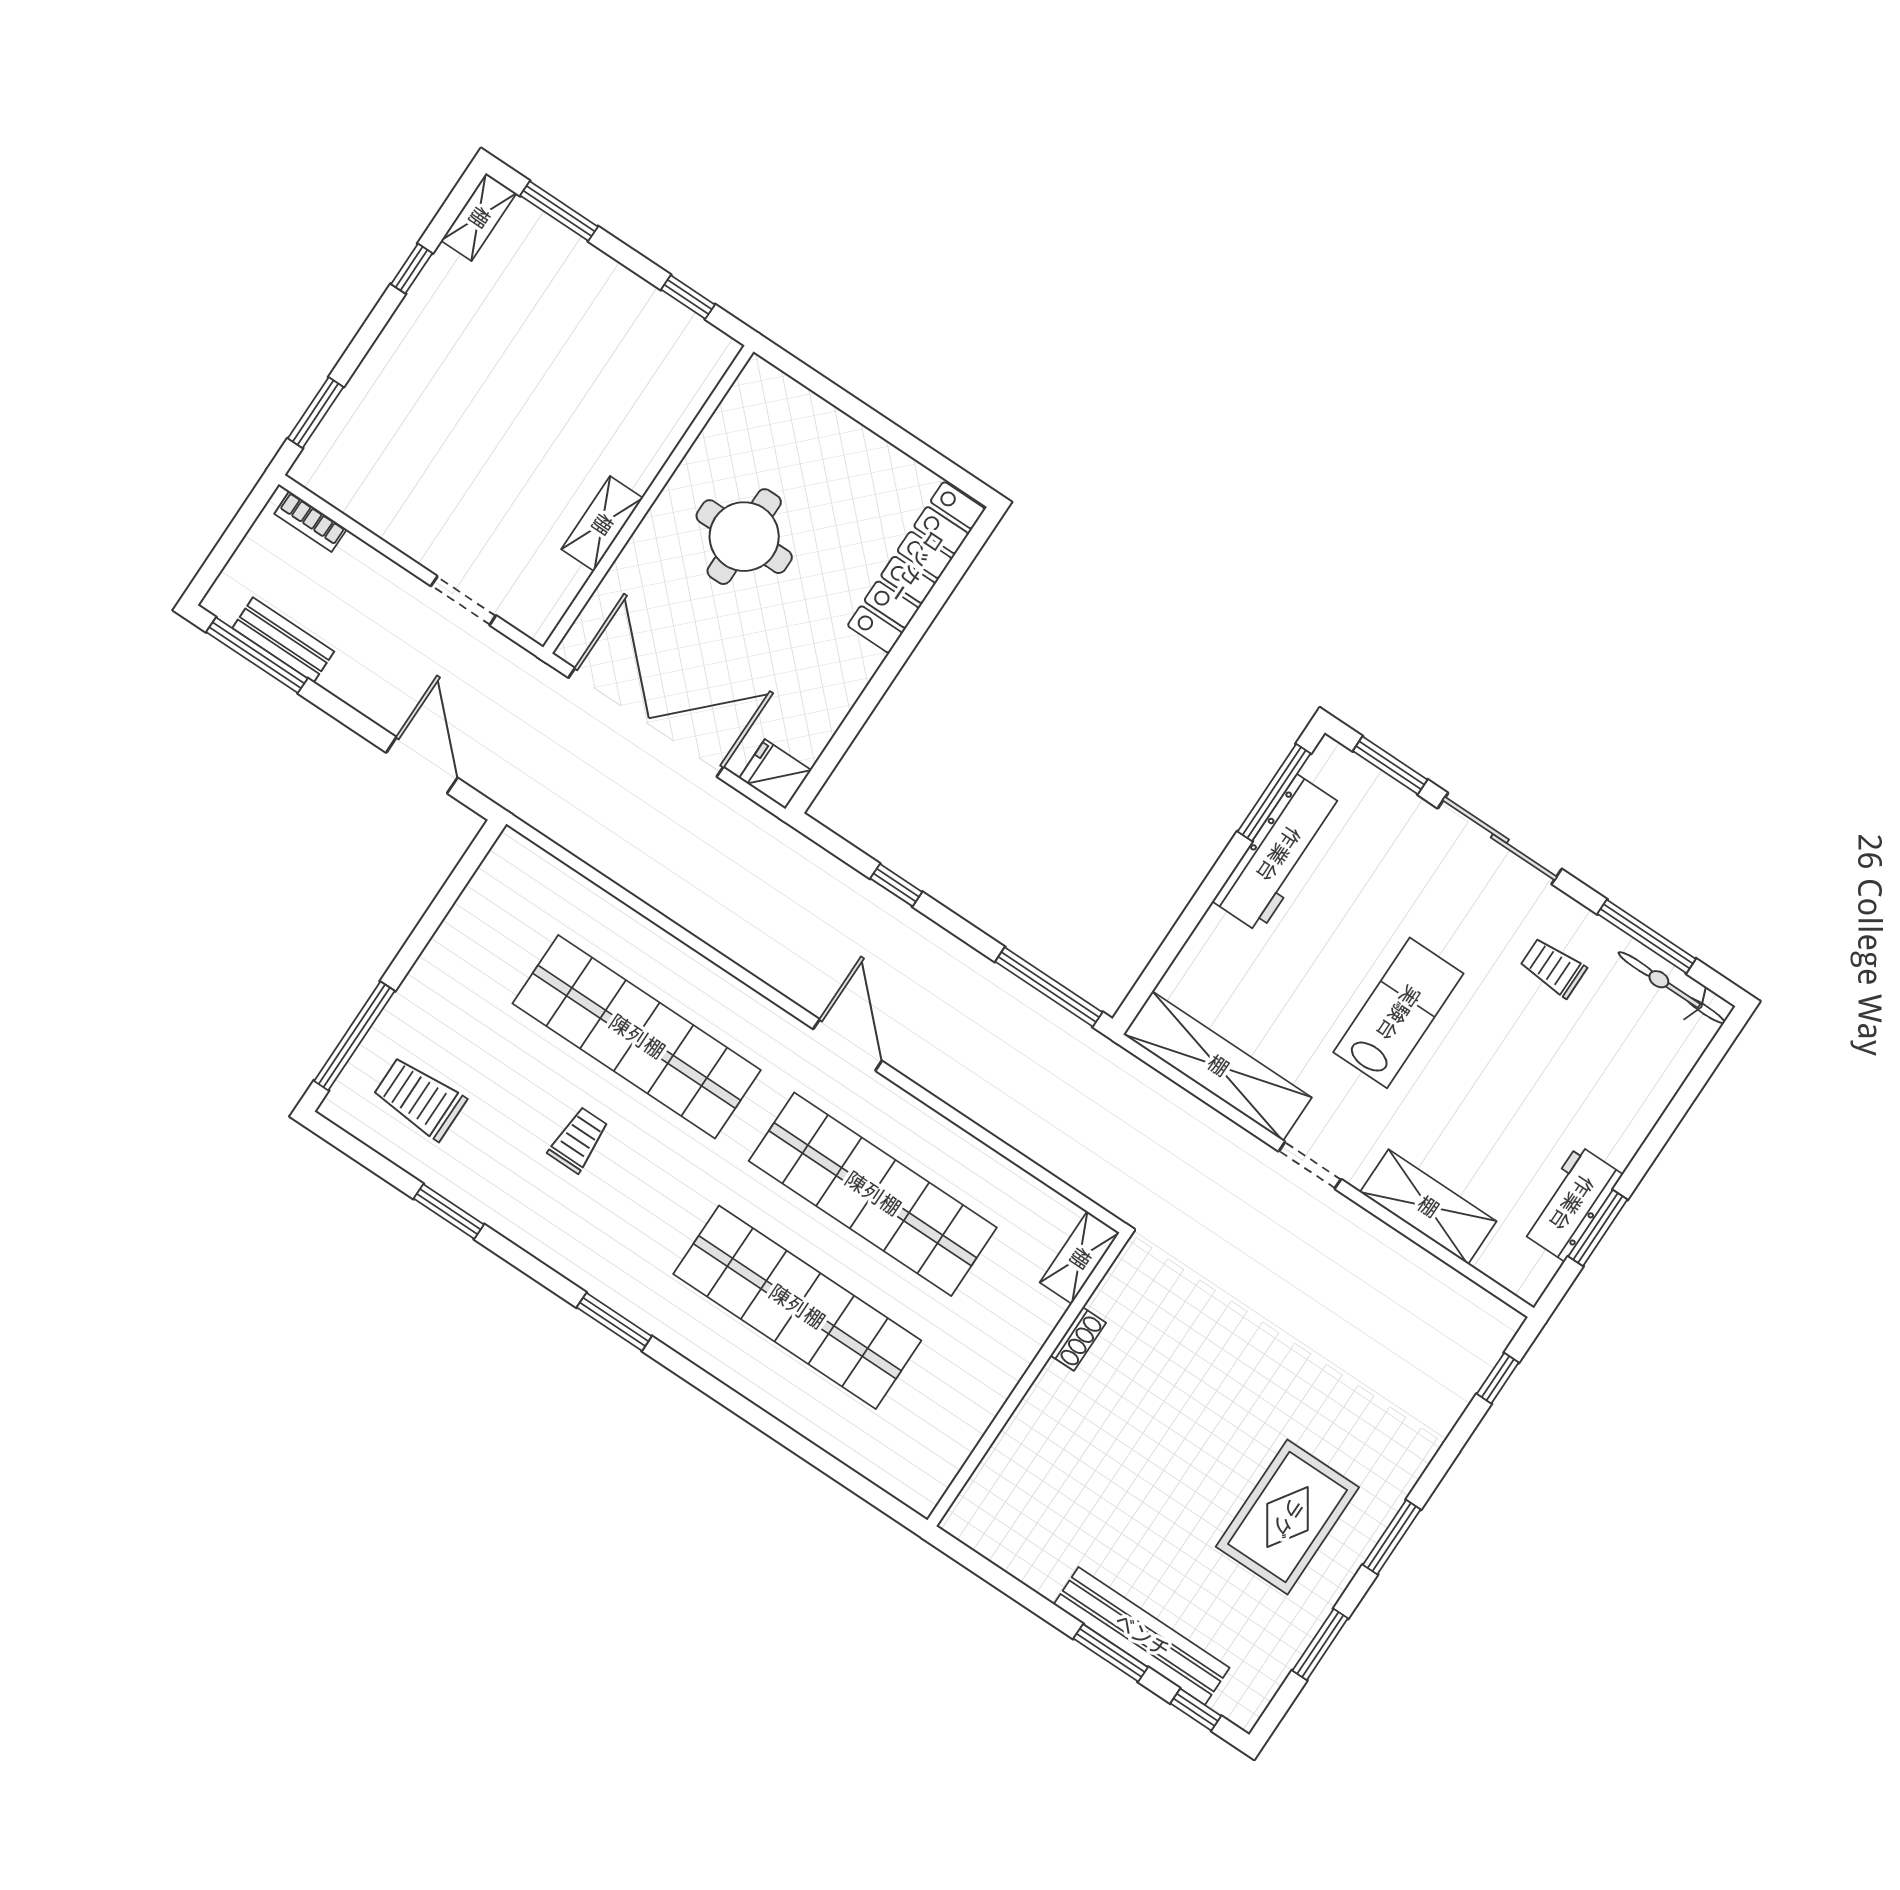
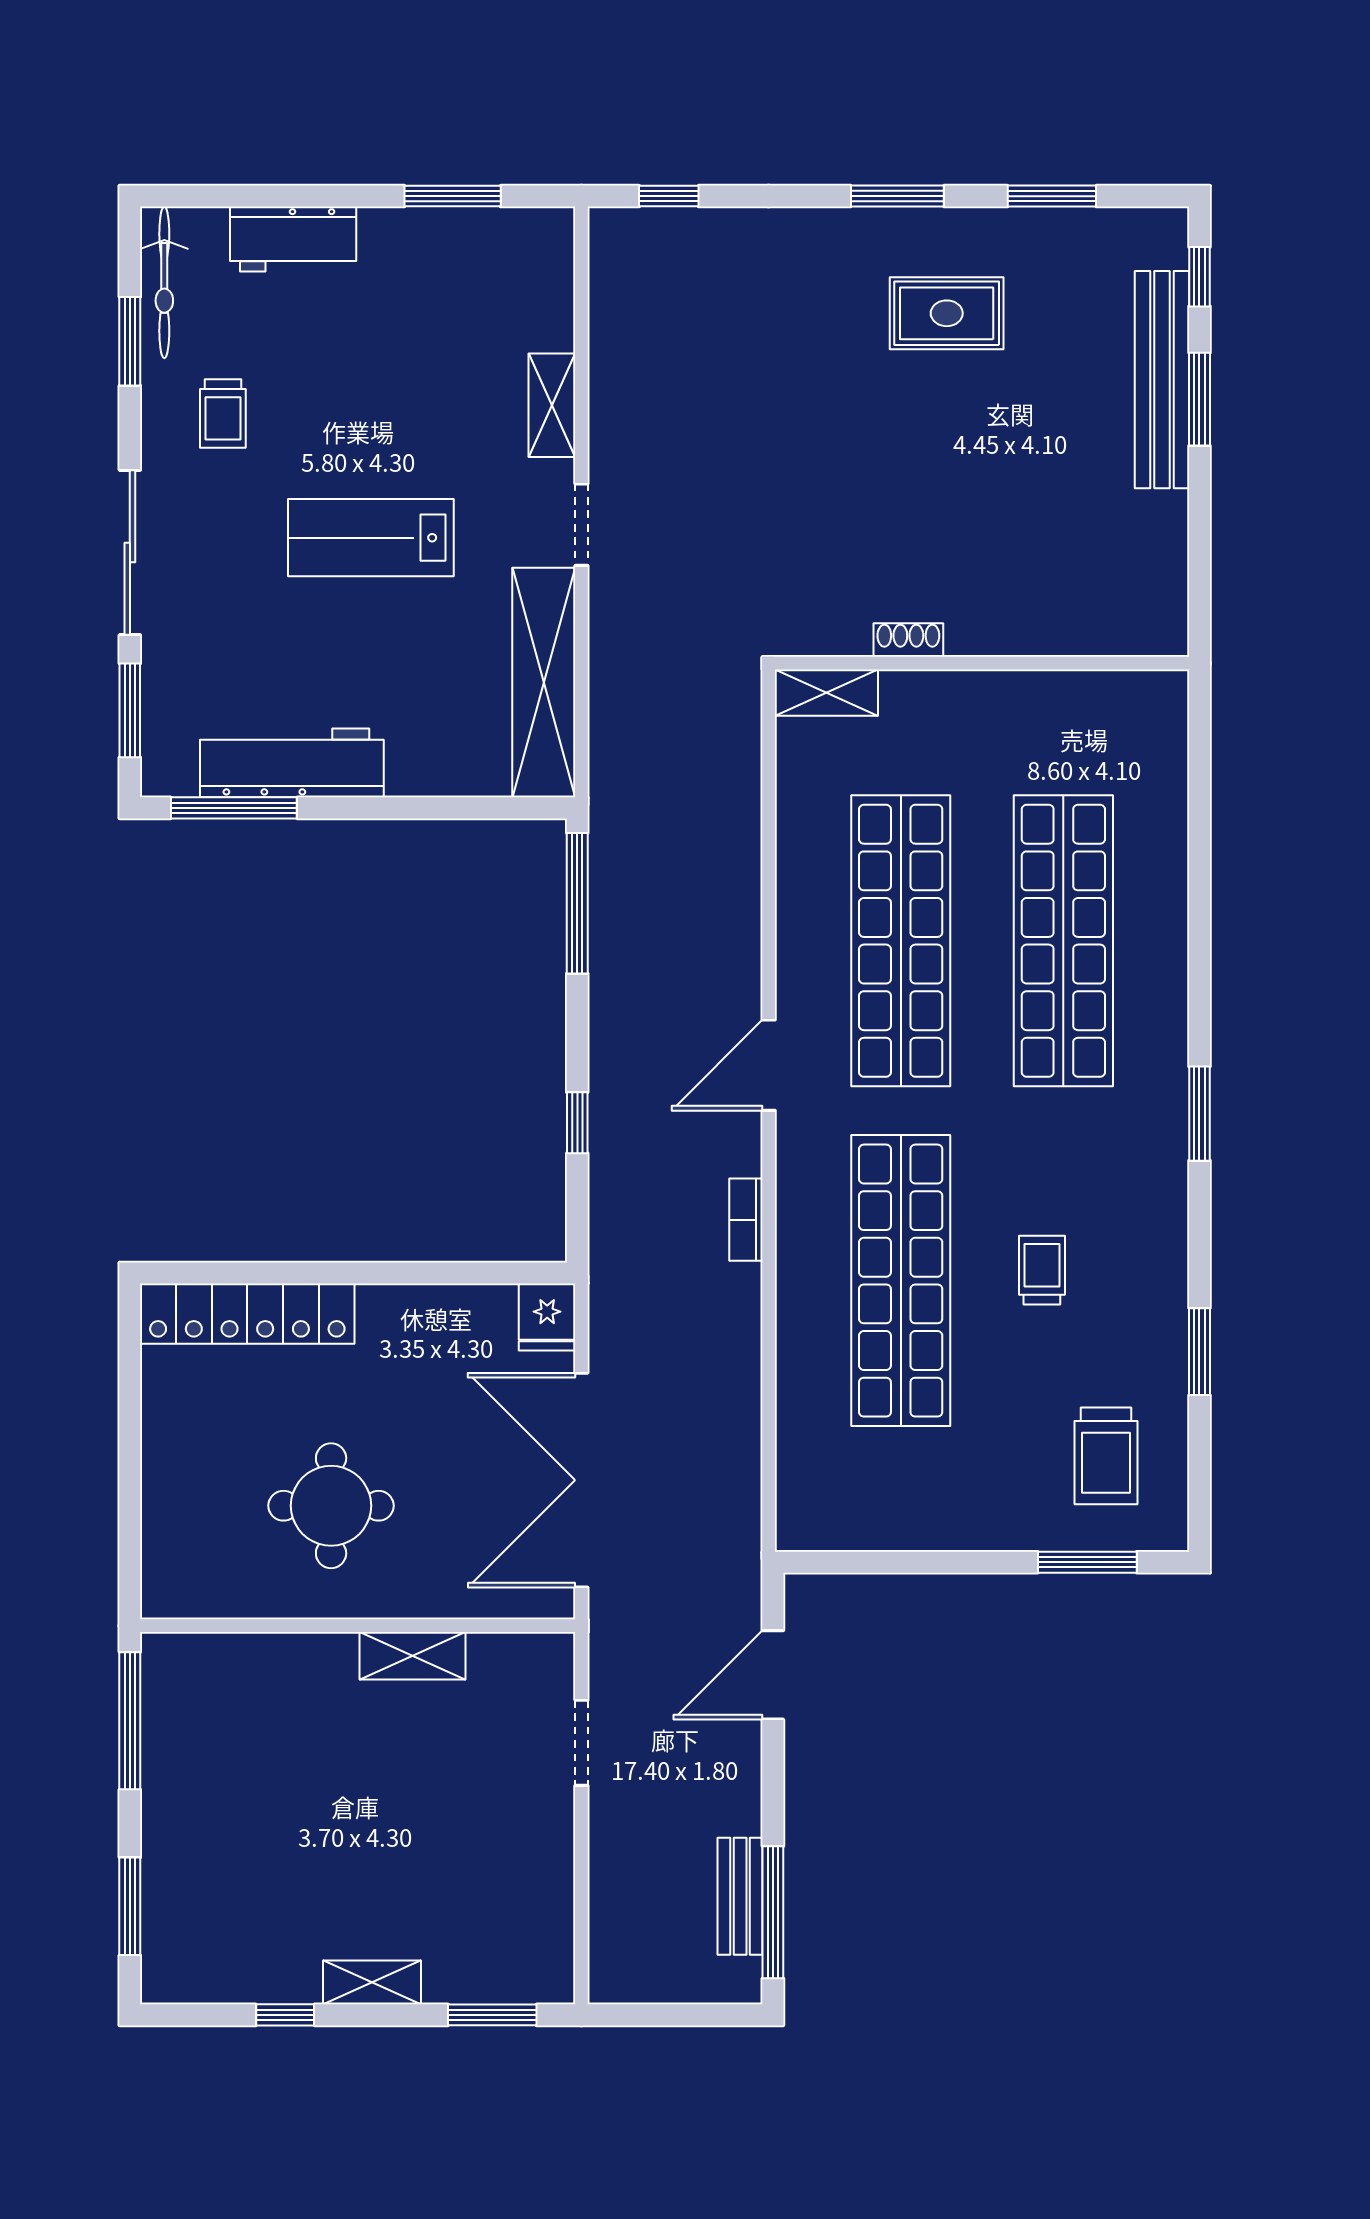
shelving: (479, 217) -> (372, 1982), moved
window: (688, 297) -> (130, 1721), width x2.17
bookcase: (310, 522) -> (746, 1220), moved, turned 180
window: (1647, 936) -> (130, 341), width x0.69
window: (354, 1036) -> (1087, 1562), width x0.69
trolley: (578, 1140) -> (1042, 1270), turned 90
workbench: (1571, 1203) -> (293, 239), moved
shelving: (1428, 1207) -> (552, 405), width x0.67, depth x0.75
rug: (1287, 1517) -> (947, 313), width x0.73, depth x0.70

